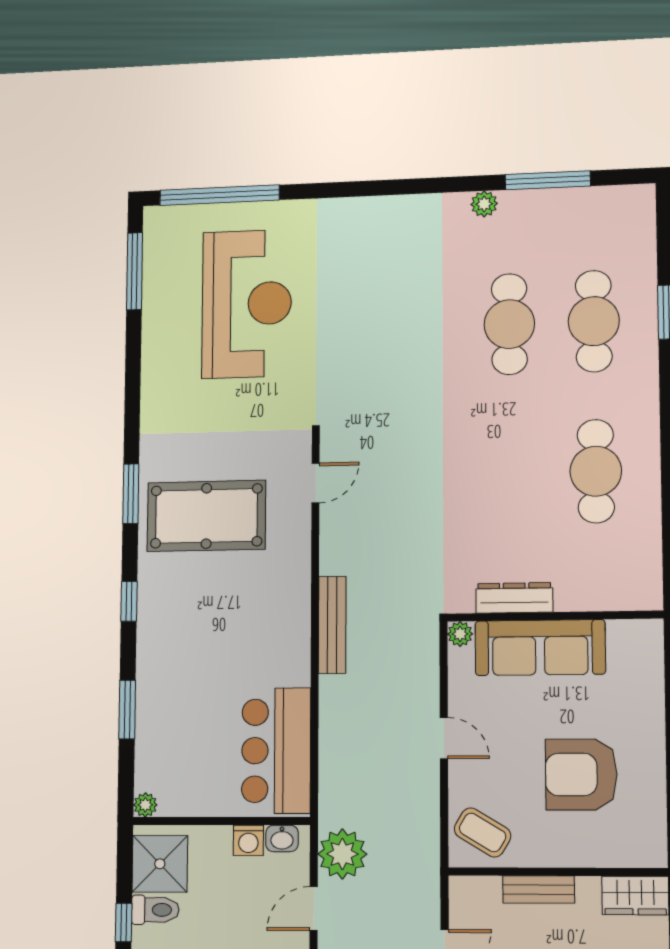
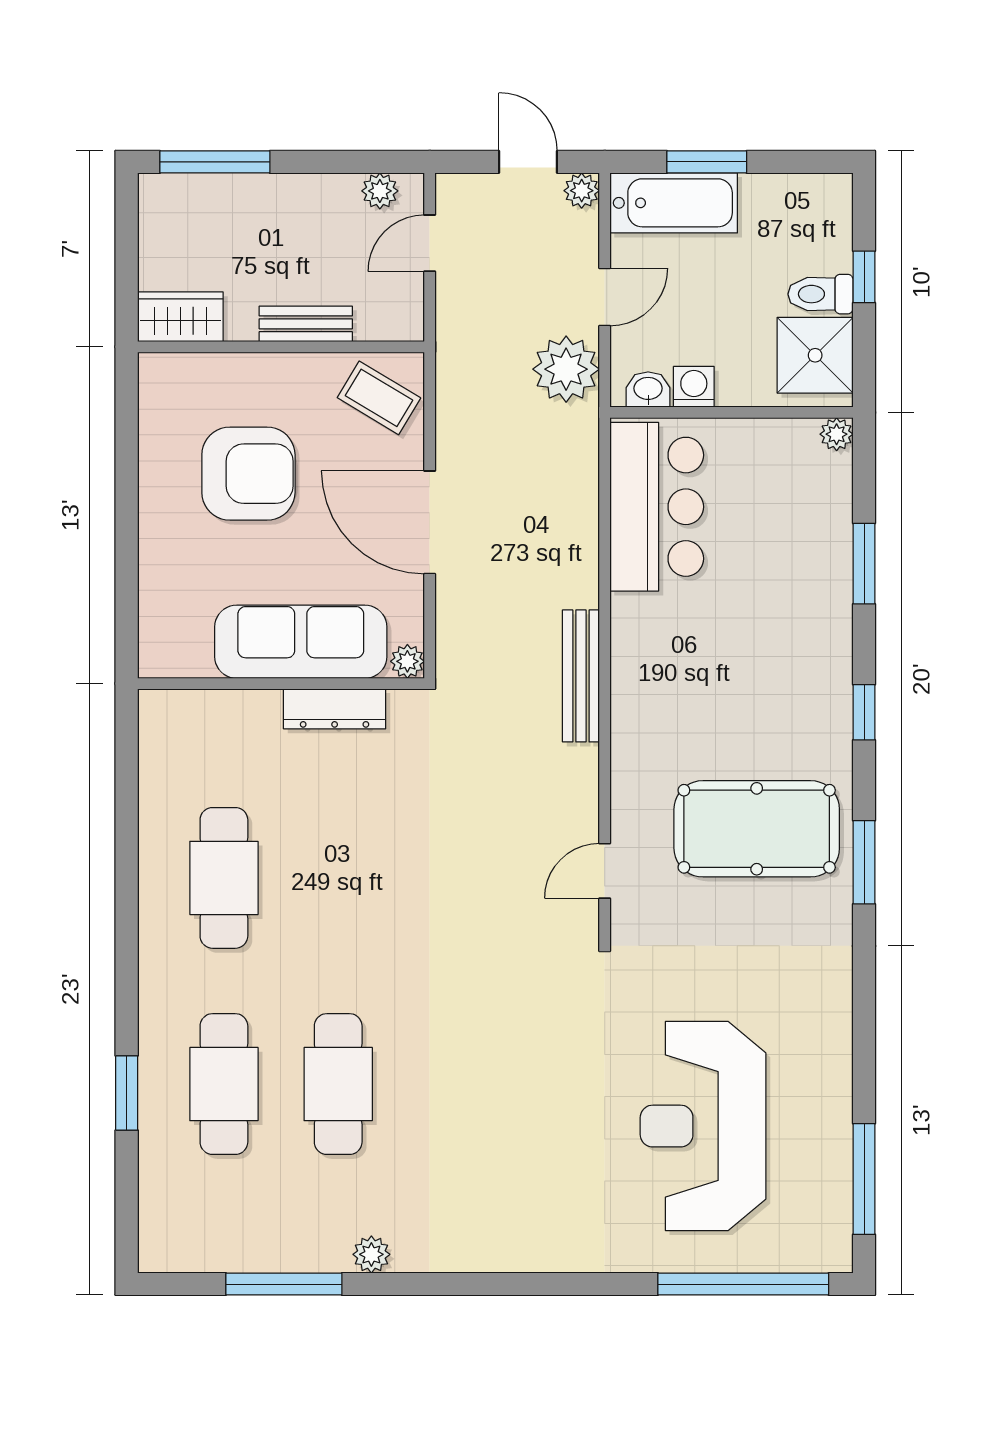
door: (444, 738) -> (430, 522), width x1.88

